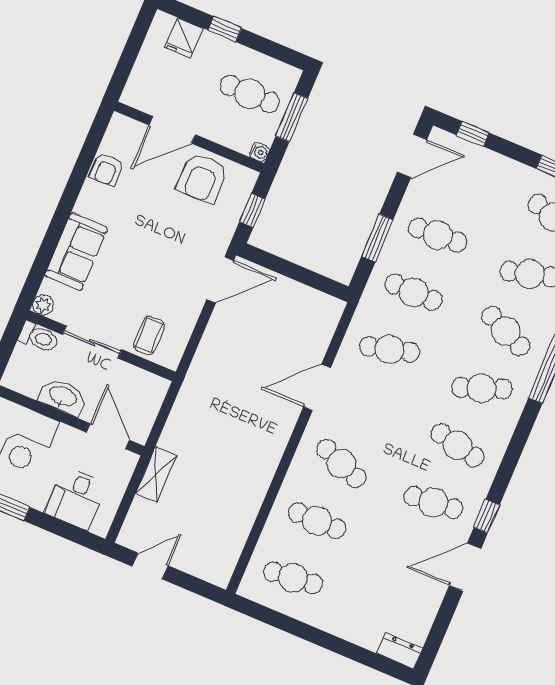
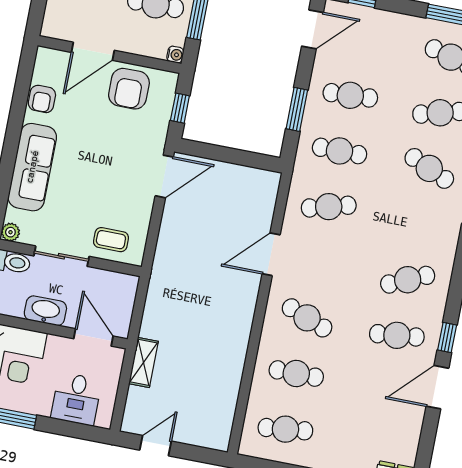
sofa: (76, 252) -> (32, 167), width x1.36
coffee table: (149, 335) -> (111, 240), turned 90
cafe table: (482, 388) -> (418, 224), removed
cafe table: (457, 445) -> (408, 280), turned -36

